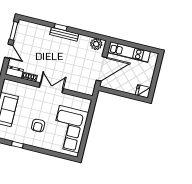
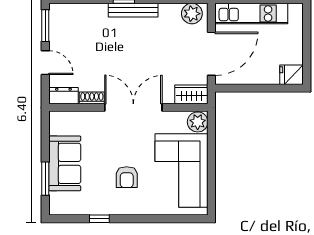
double door: (51, 88) -> (133, 107), width x1.37
wardrobe: (85, 89) -> (191, 94), added
plant: (85, 105) -> (198, 122), added

